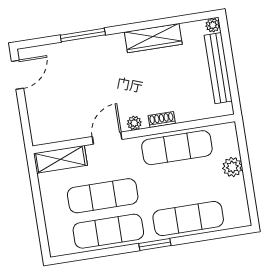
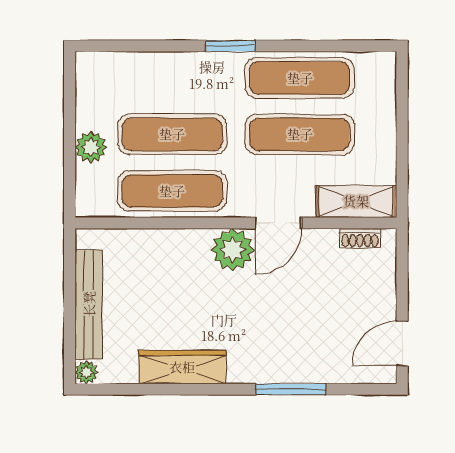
shoe rack: (162, 120) -> (360, 238), moved
plant: (134, 123) -> (233, 250), width x1.87, depth x1.87
exercise mat: (188, 219) -> (172, 134), moved

